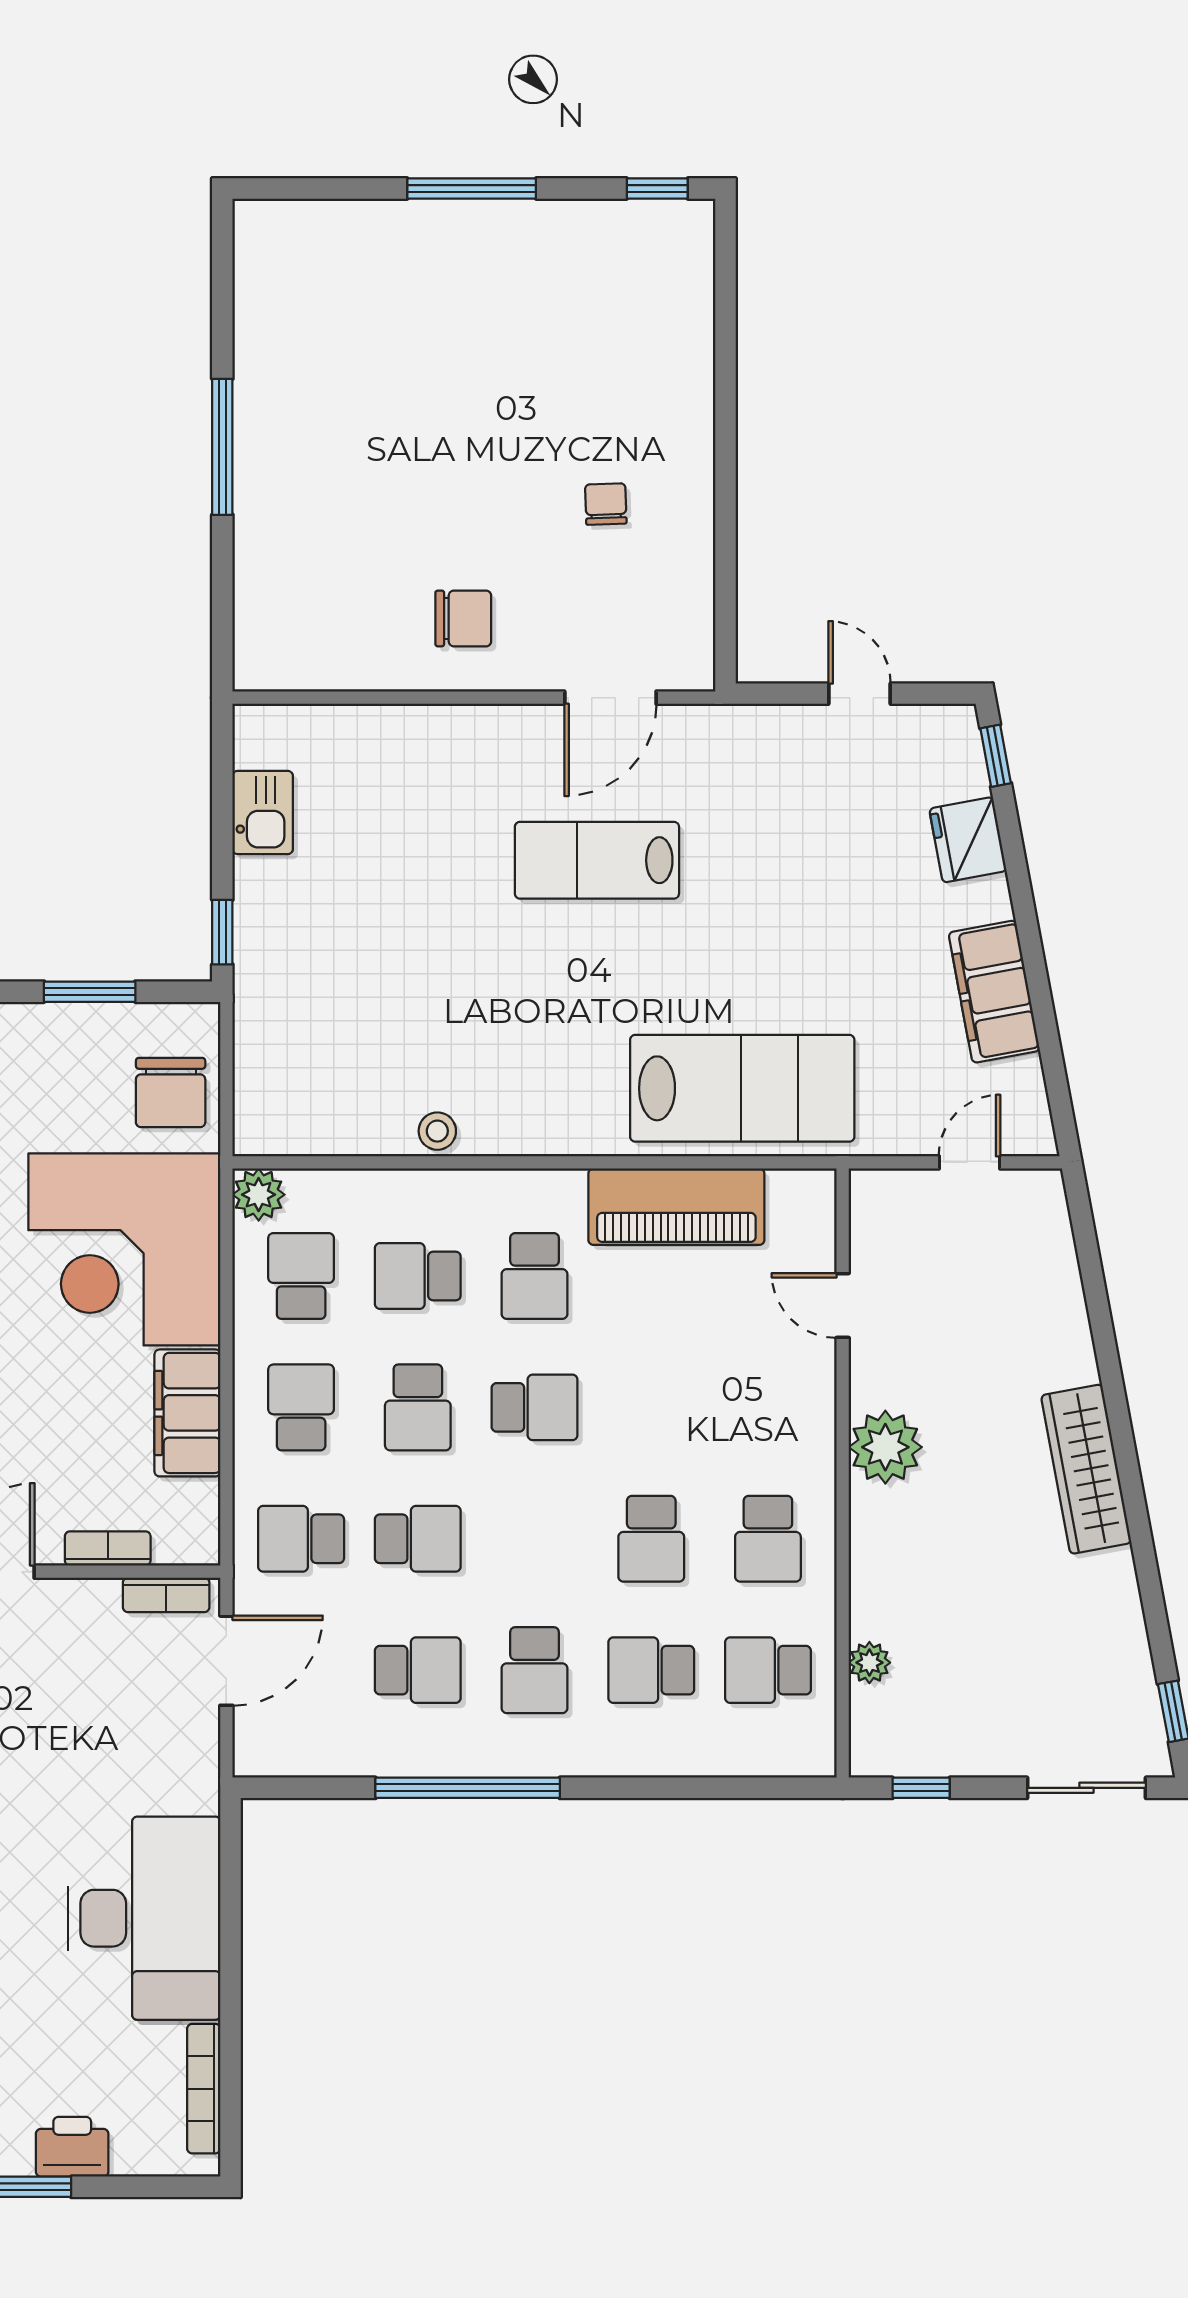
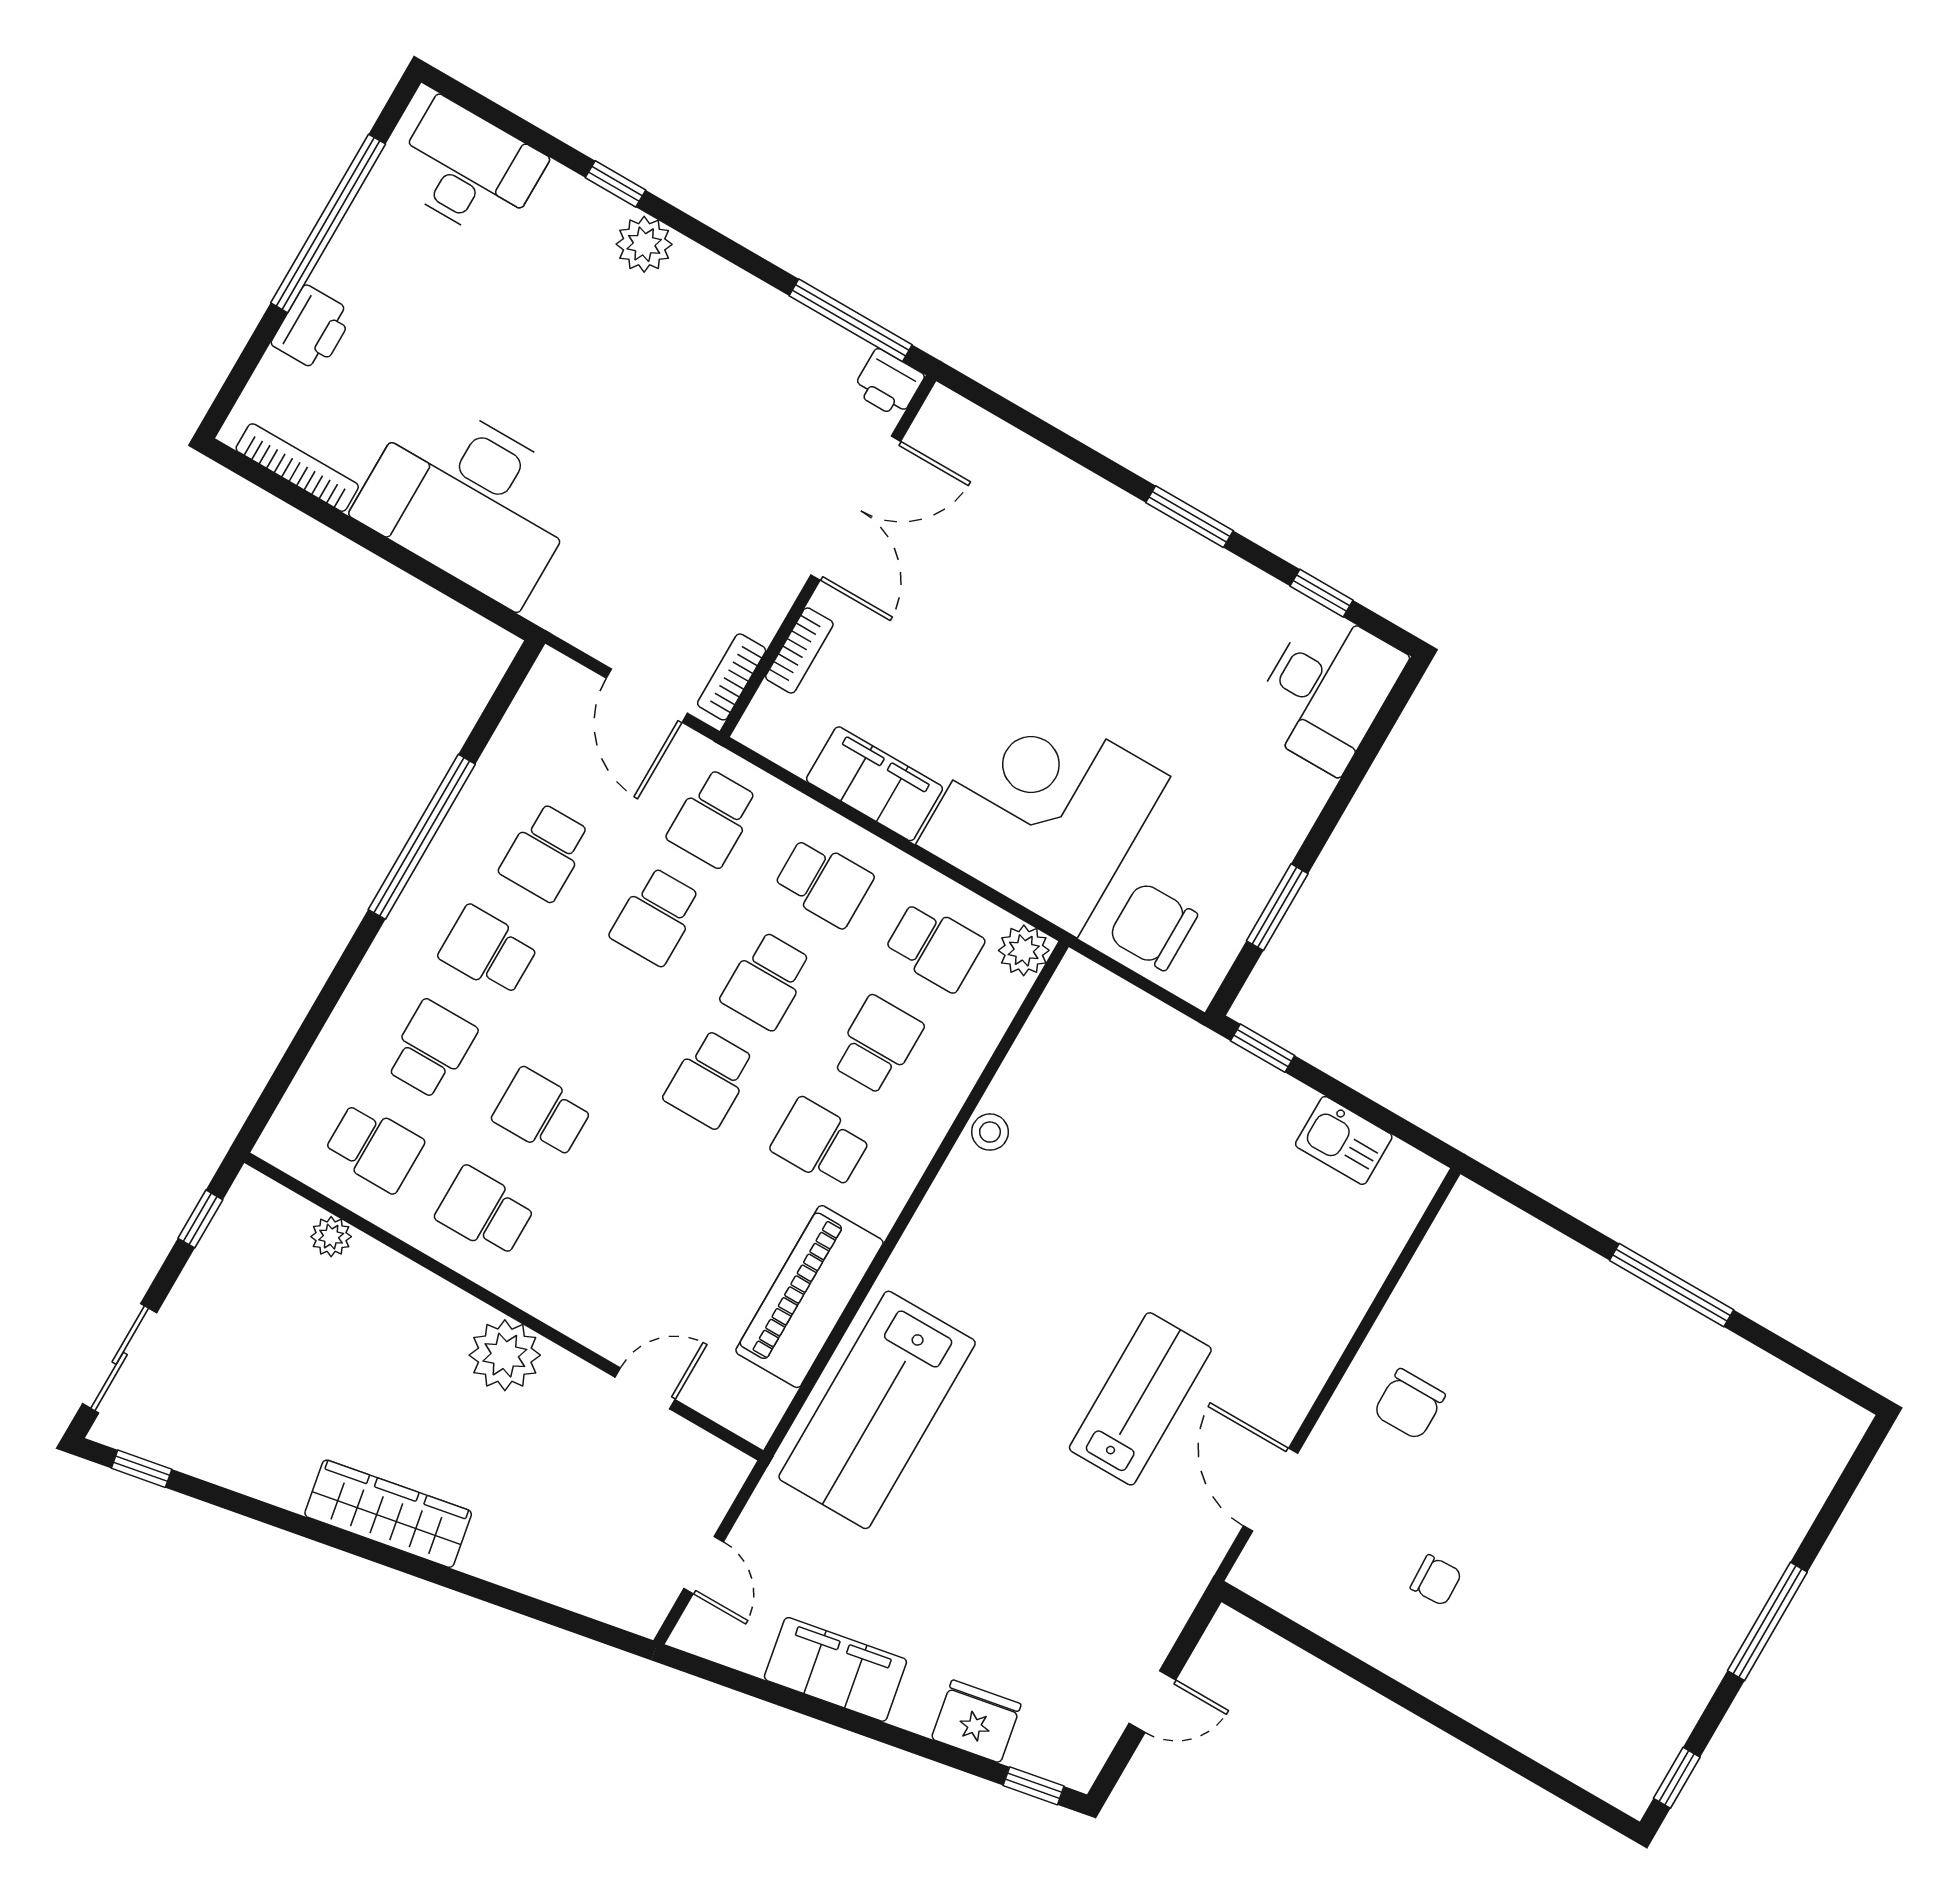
school desk: (418, 1407) -> (767, 981), turned -90
school desk: (301, 1539) -> (713, 818), turned 180
school desk: (768, 1670) -> (374, 1147), turned 90

